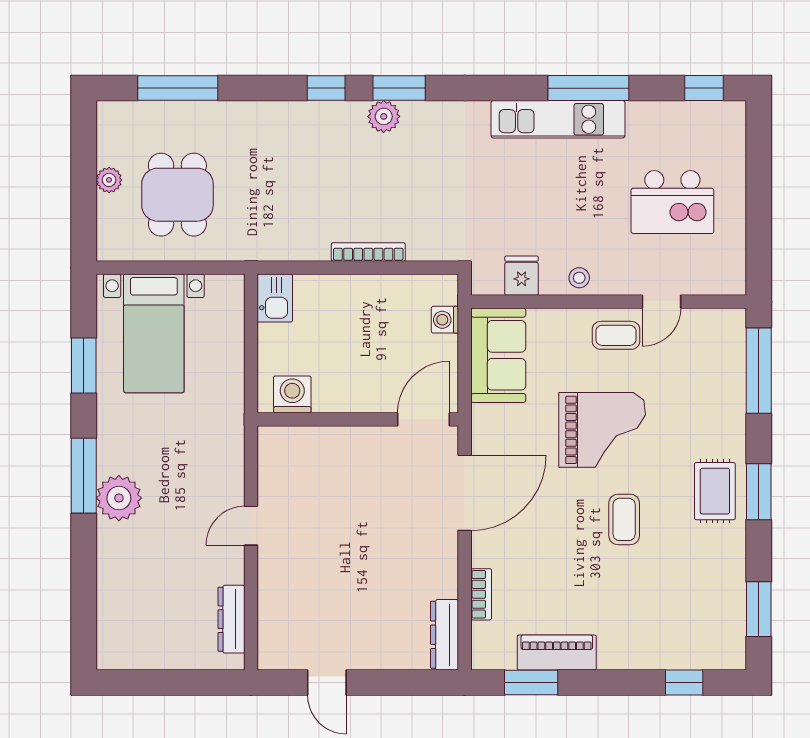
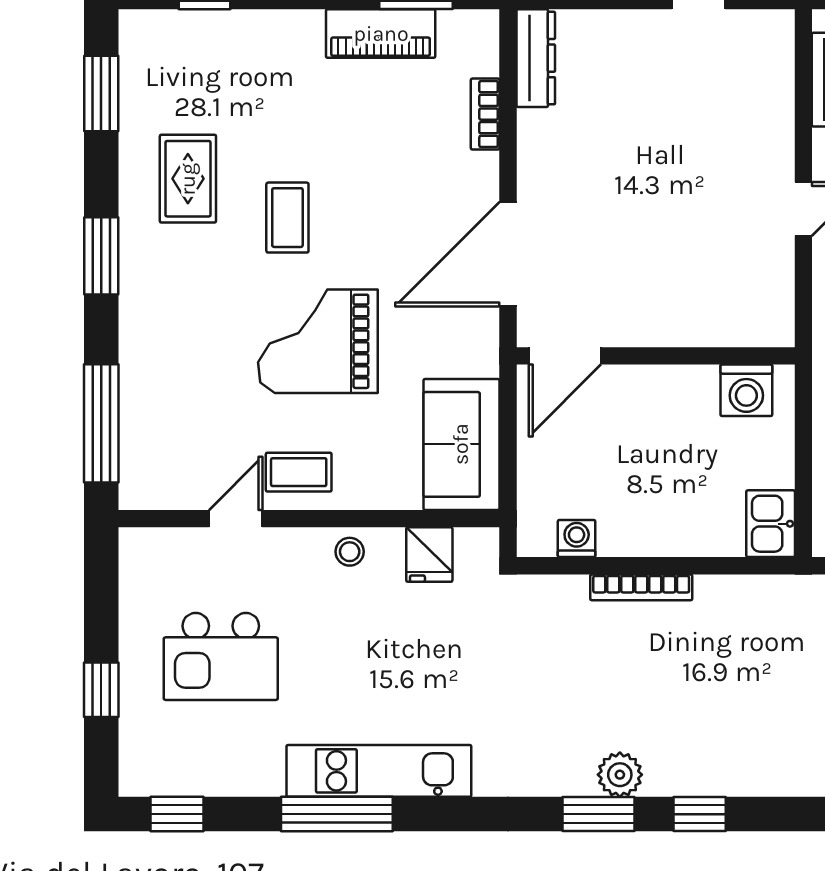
window: (759, 178) -> (101, 690), added
kitchen island: (672, 202) -> (221, 656), turned 180
washing machine: (445, 320) -> (577, 538), moved, turned -90
rug: (715, 491) -> (188, 179), moved

